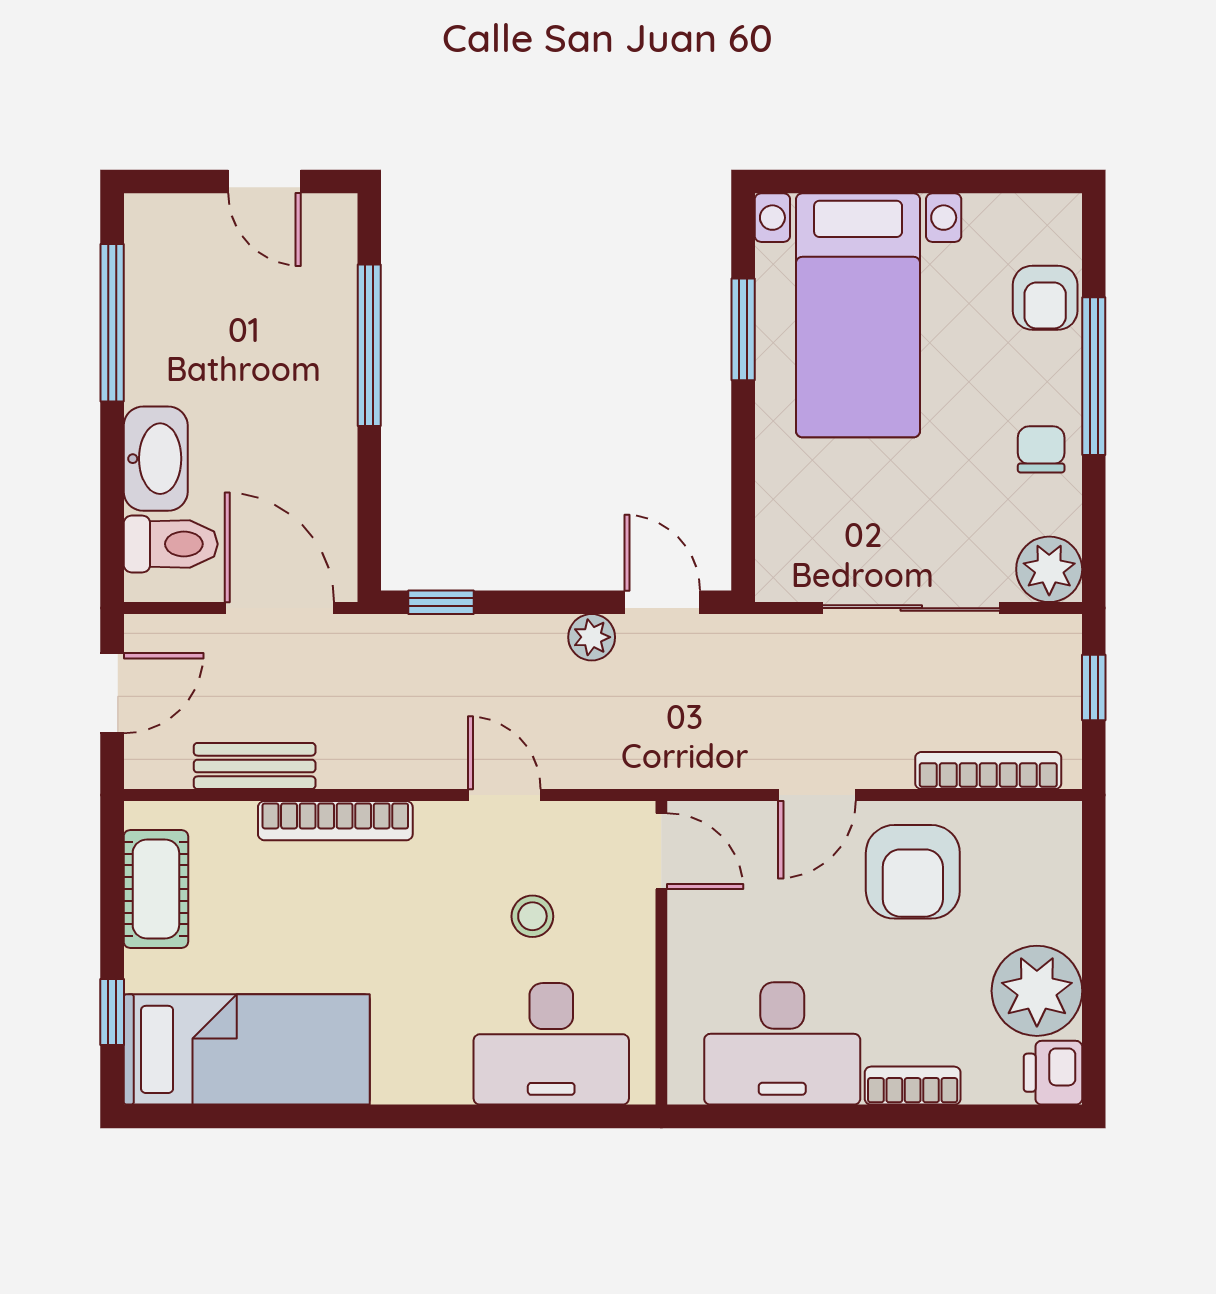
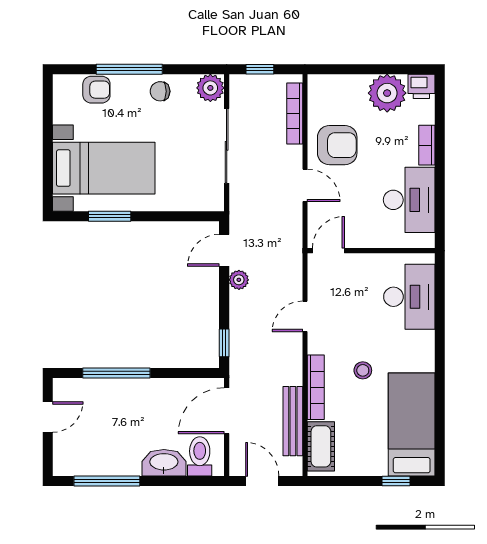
bench: (255, 766) -> (293, 421), width x1.36
cot: (156, 889) -> (321, 446), moved, turned 90
stool: (532, 916) -> (363, 370), moved

